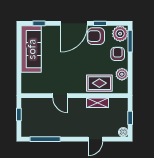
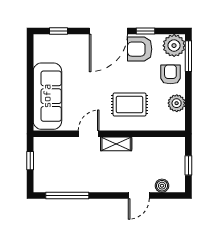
sofa: (31, 49) -> (47, 96), moved
rug: (99, 83) -> (130, 104), moved
door: (60, 96) -> (89, 134), swing flipped
shelving: (98, 103) -> (116, 144), moved
boiler: (123, 132) -> (162, 186), moved

